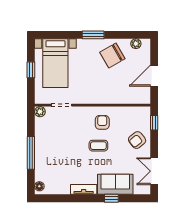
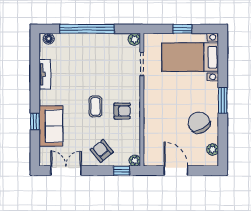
plant: (145, 111) -> (135, 161), added
window: (31, 153) -> (87, 29), width x1.46
tv unit: (84, 189) -> (45, 74), moved

